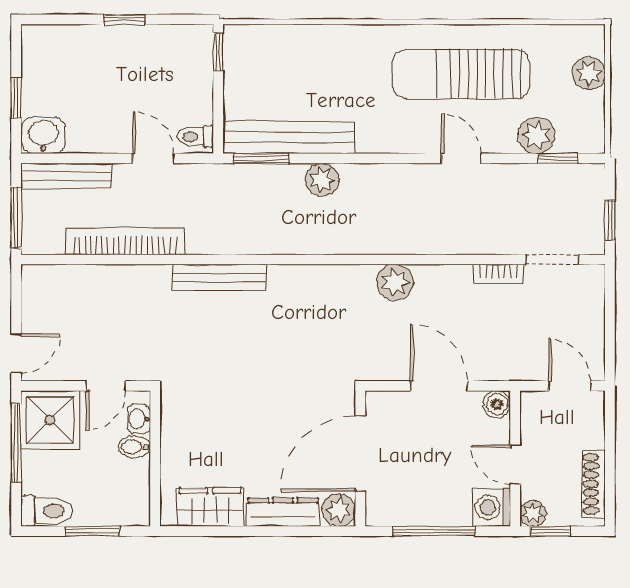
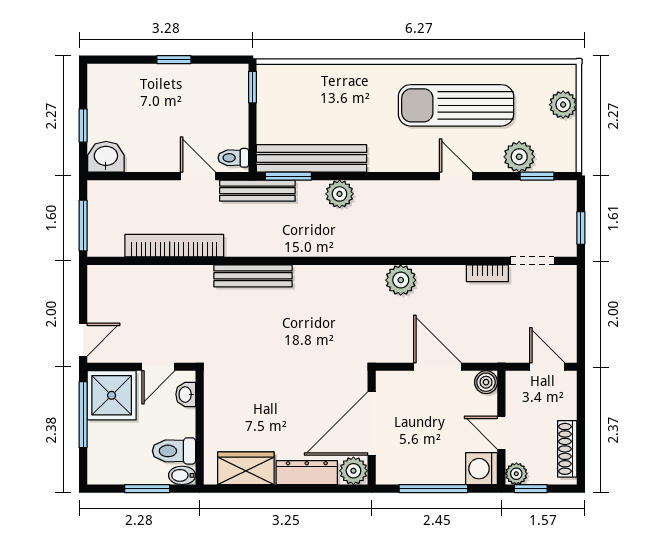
bench: (66, 176) -> (257, 191), moved
bidet: (134, 447) -> (182, 475), moved
toilet: (47, 511) -> (174, 451), moved, turned 180

